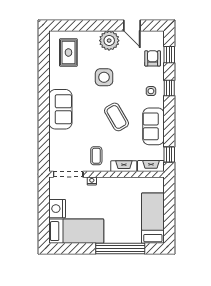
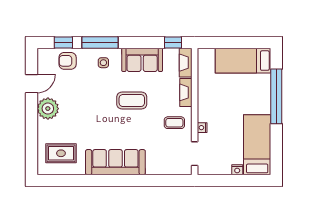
side table: (104, 77) -> (88, 114), removed
window: (169, 88) -> (100, 42), width x2.17
sofa: (60, 109) -> (115, 162), width x1.36
coffee table: (116, 117) -> (132, 101), turned 30
doorway: (68, 174) -> (195, 154), width x0.73
nightstand: (57, 209) -> (237, 170), width x0.53, depth x0.56

